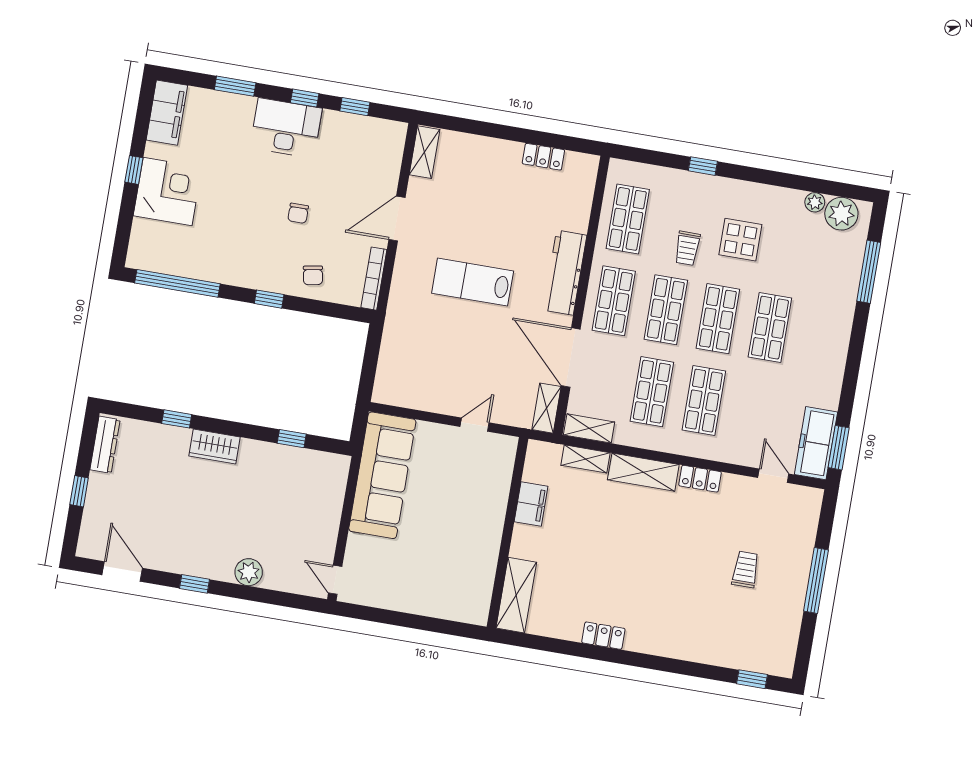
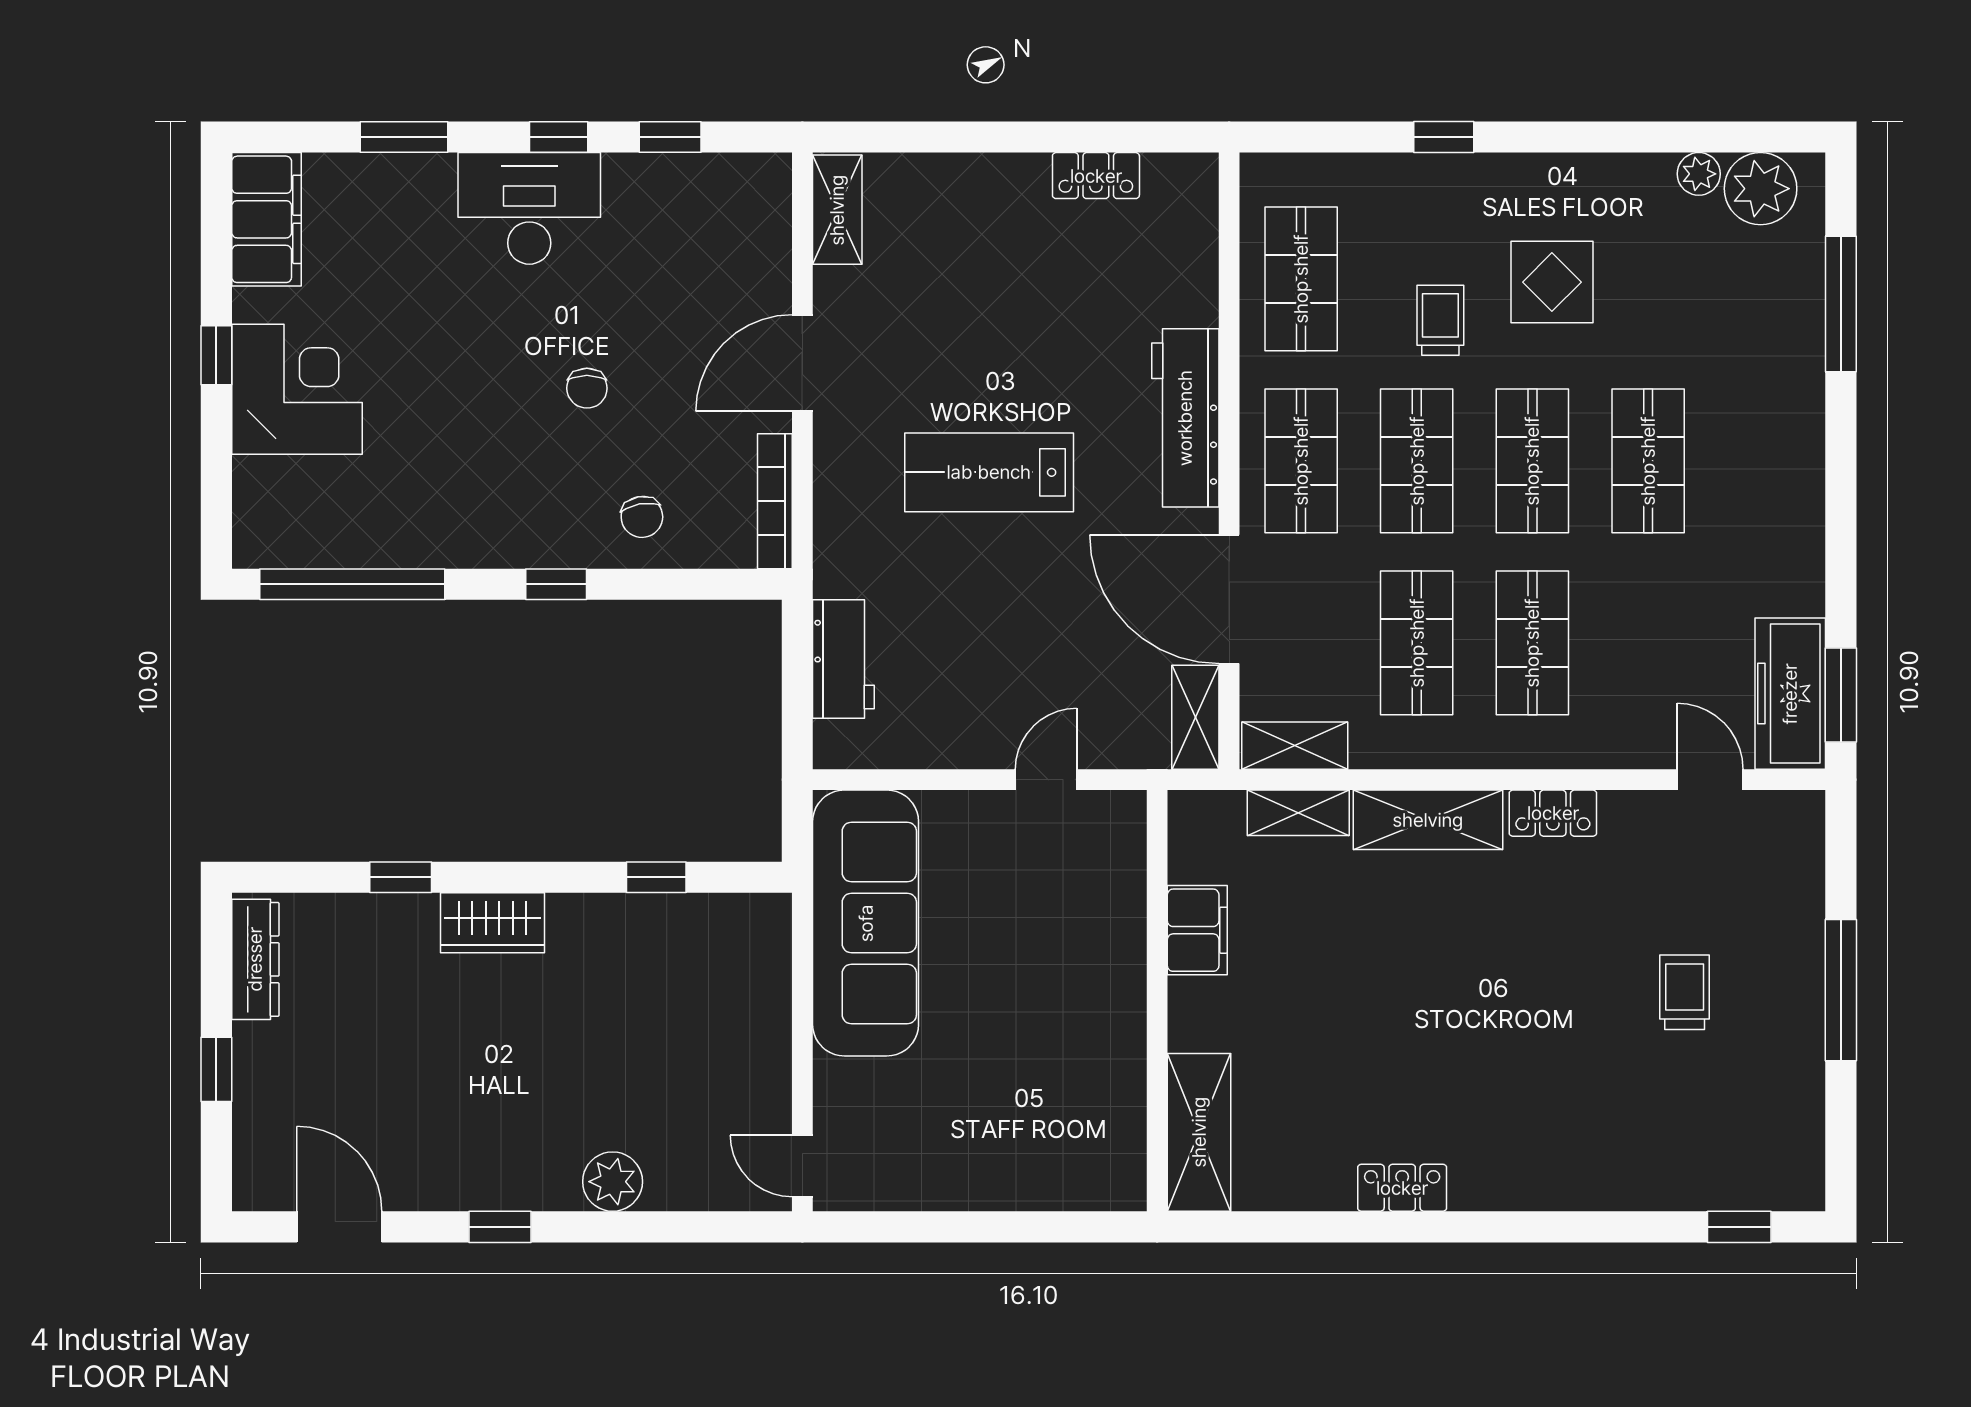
trolley: (687, 248) -> (1440, 320), turned 180
workbench: (393, 355) -> (843, 659), added

